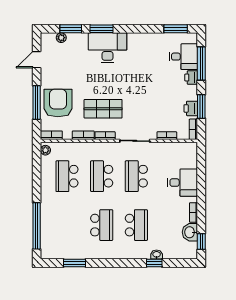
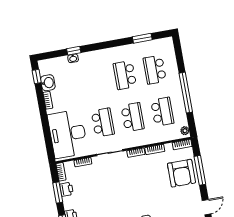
shop shelf: (103, 109) -> (142, 175), removed
desk: (183, 183) -> (68, 134), width x1.87, depth x1.30
school desk: (136, 225) -> (155, 70), moved
window: (37, 226) -> (186, 93), moved

